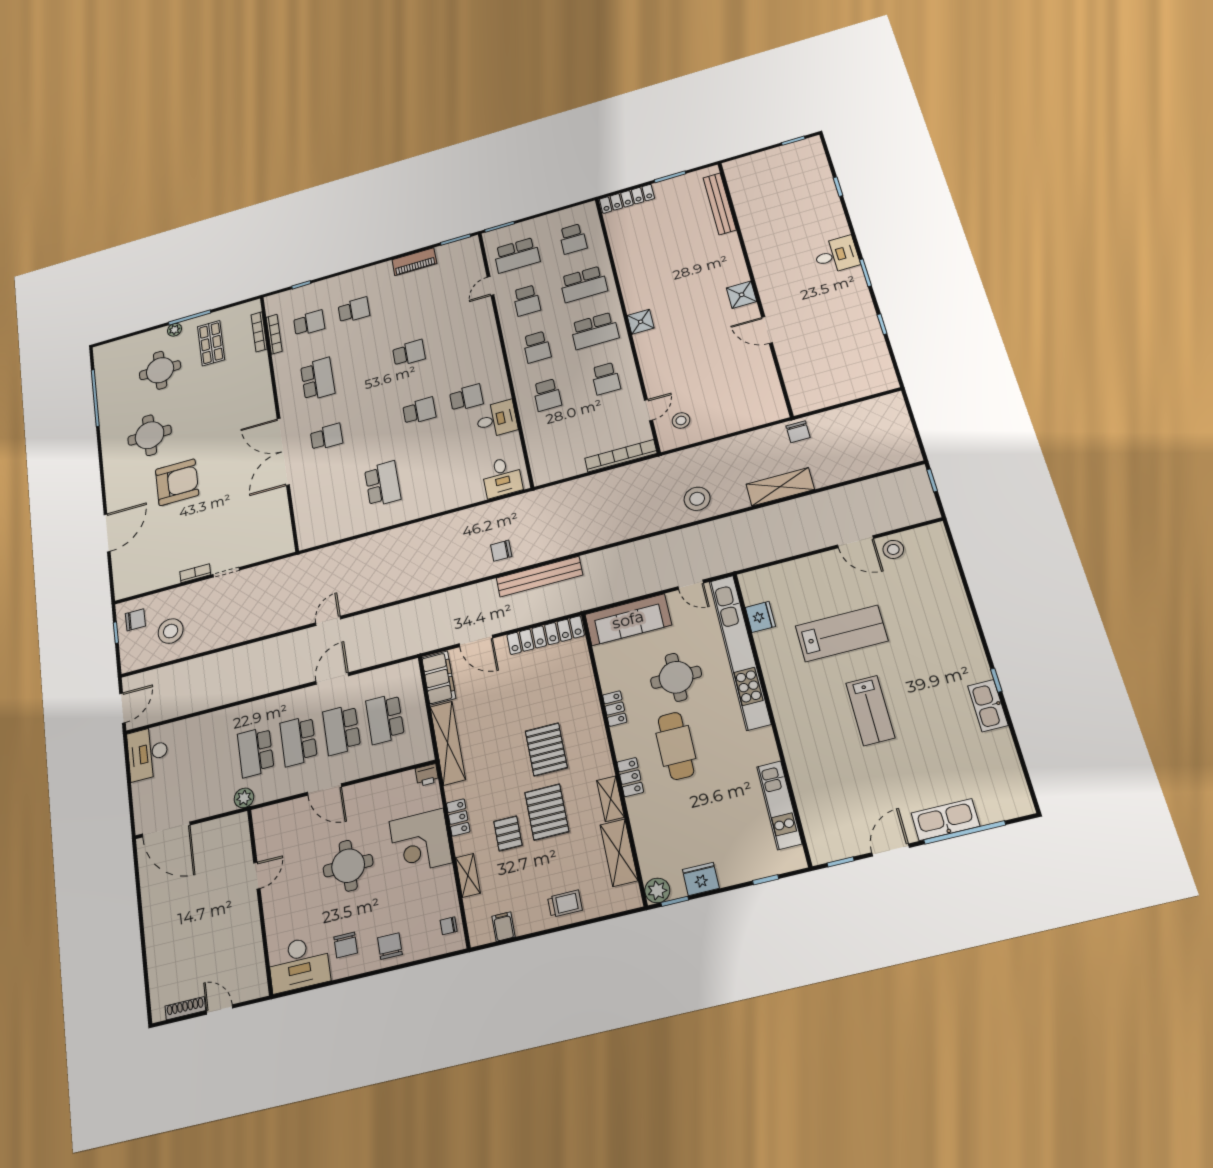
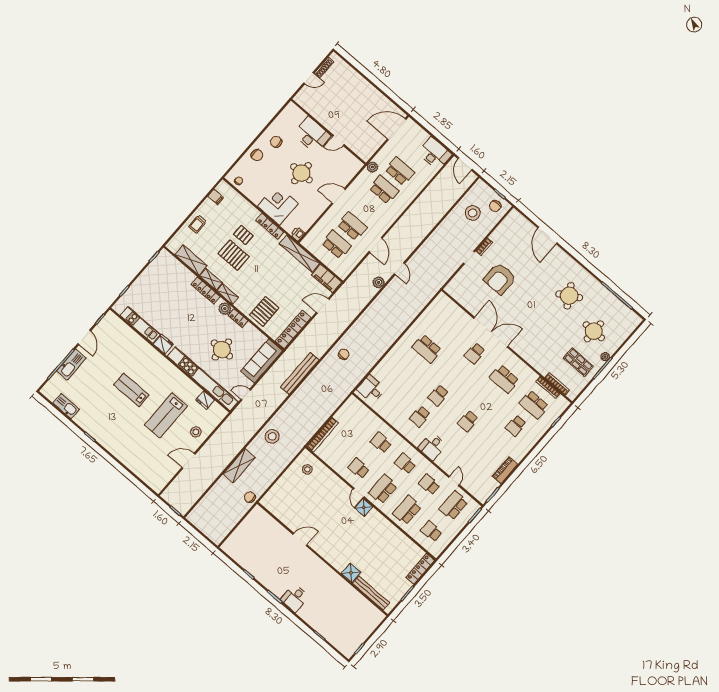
shower: (742, 295) -> (351, 573), moved
school desk: (309, 323) -> (534, 405), width x1.85
door: (648, 410) -> (359, 493), moved
desk: (497, 419) -> (432, 446), moved
round table: (150, 435) -> (569, 296), turned -31
armchair: (177, 482) -> (500, 279), moved
stool: (893, 549) -> (196, 432), moved
bench: (539, 577) -> (300, 373), moved
plant: (372, 621) -> (379, 282), added
kitchen sink: (988, 706) -> (66, 406), moved
school desk: (298, 741) -> (400, 171), moved
cafe table: (676, 746) -> (200, 320), removed
pallet: (546, 749) -> (264, 311), moved, turned 90
locker: (630, 777) -> (206, 291), width x1.53
locker: (458, 817) -> (270, 226), width x1.53
shelving: (468, 875) -> (228, 294), moved
door: (257, 876) -> (338, 140), hinge flipped
fridge: (701, 879) -> (163, 344), moved, turned -90
plant: (657, 890) -> (225, 309), moved
desk: (299, 964) -> (312, 135), moved, turned 90

